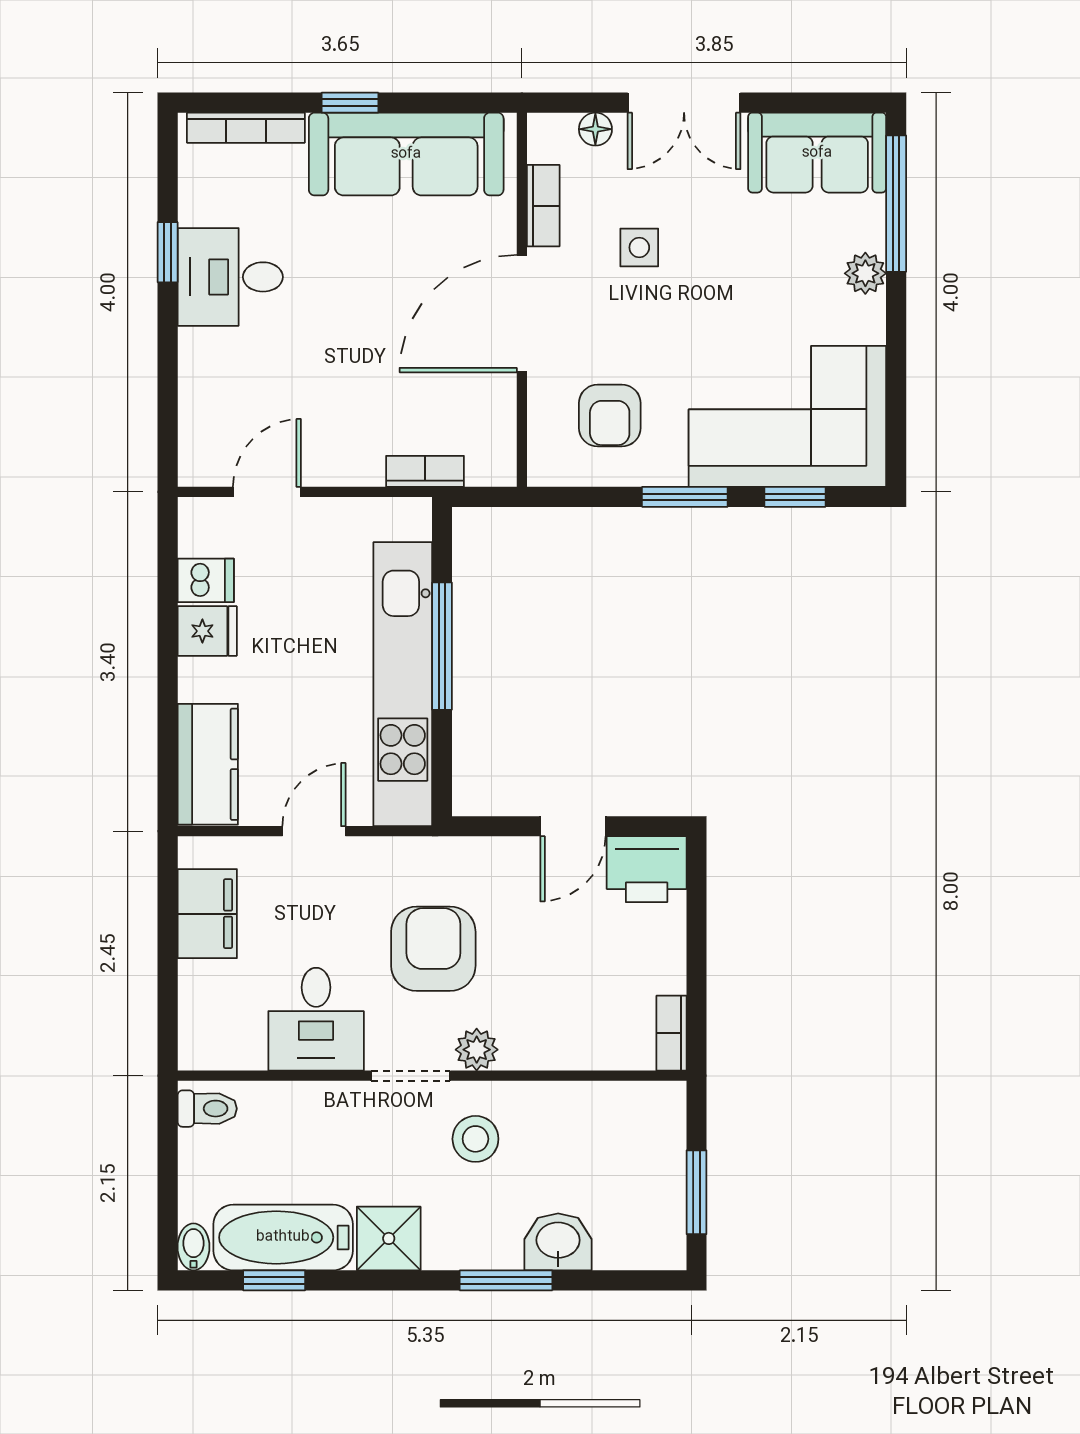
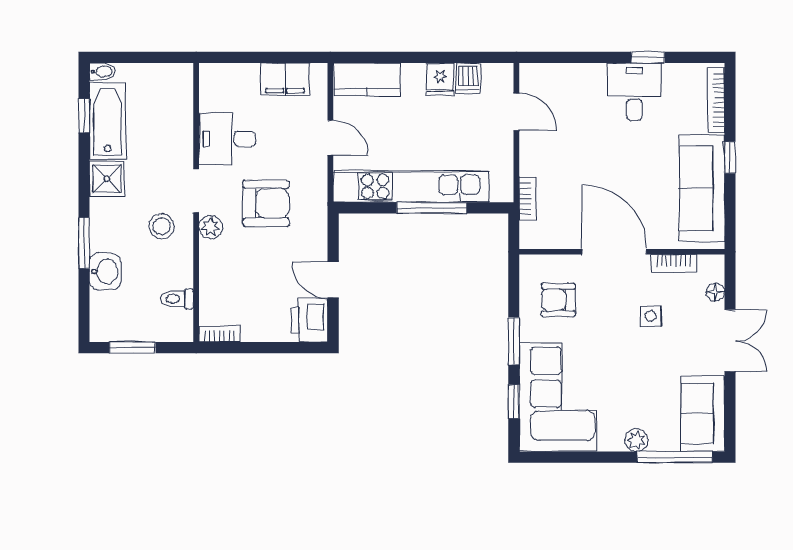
double door: (684, 103) -> (730, 341), swing flipped
toilet: (207, 1109) -> (177, 299), moved, turned 90

